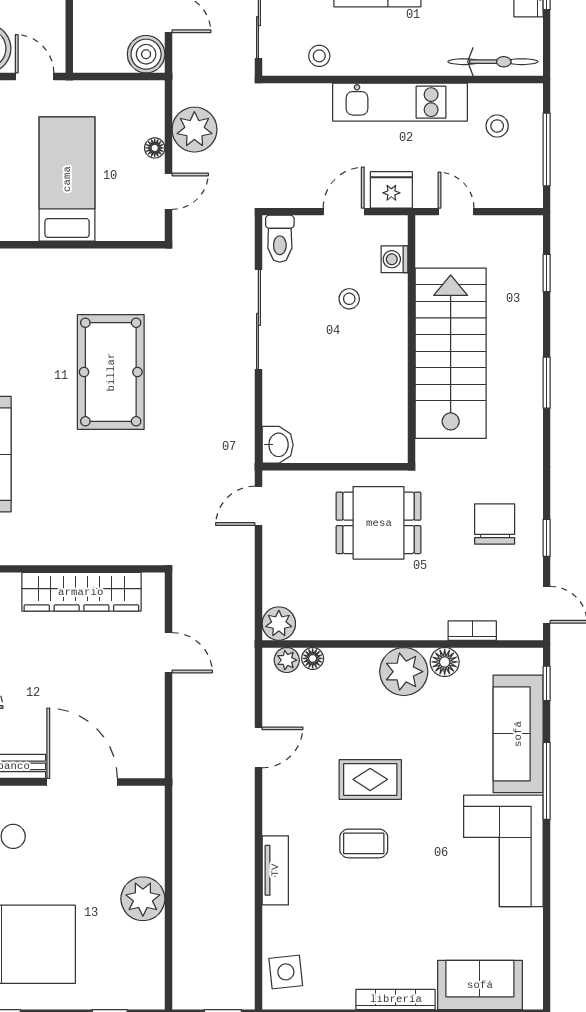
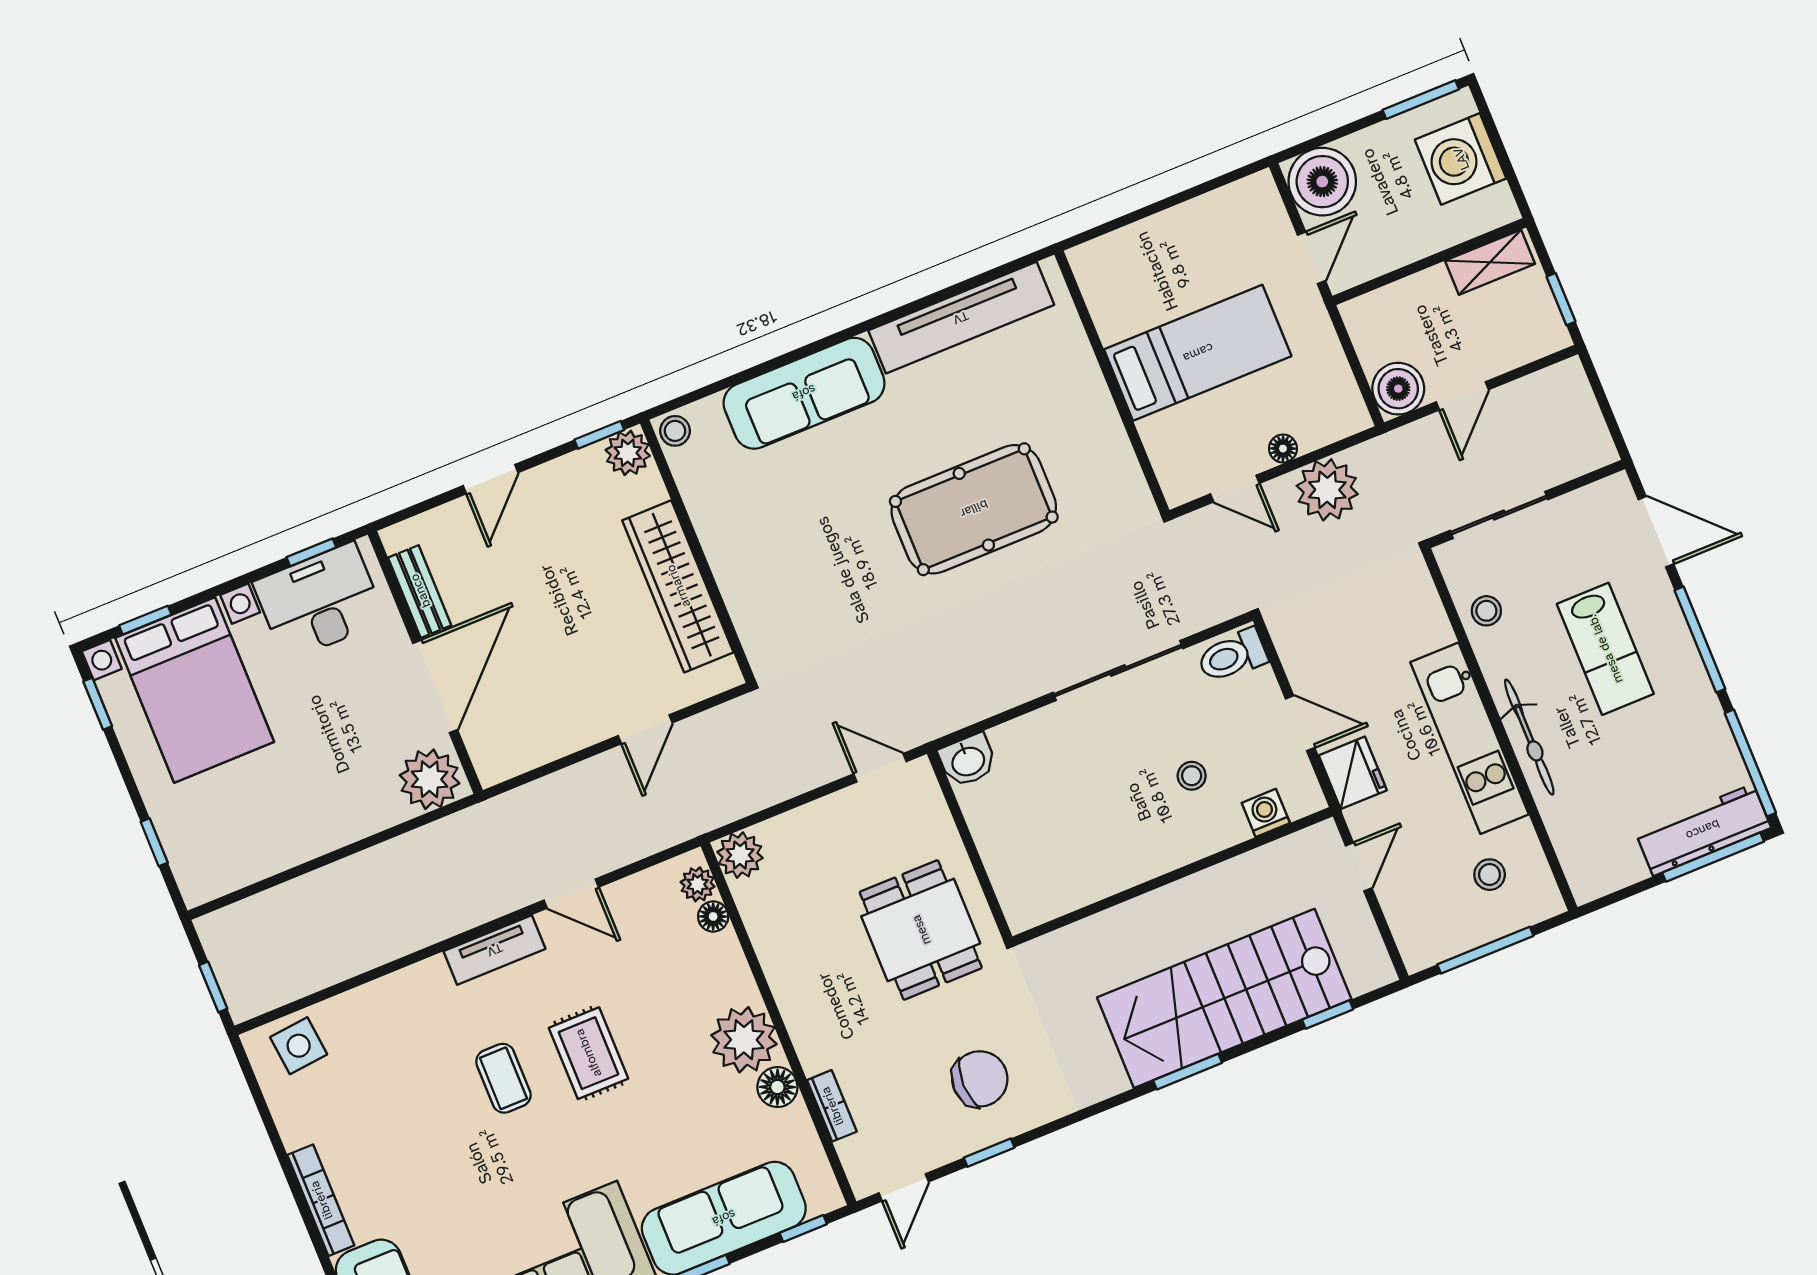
bicycle: (493, 62) -> (1529, 737), moved
stairs: (451, 353) -> (1224, 998), moved, turned 180
tv unit: (275, 870) -> (495, 950), moved
plant: (143, 899) -> (430, 779), moved

